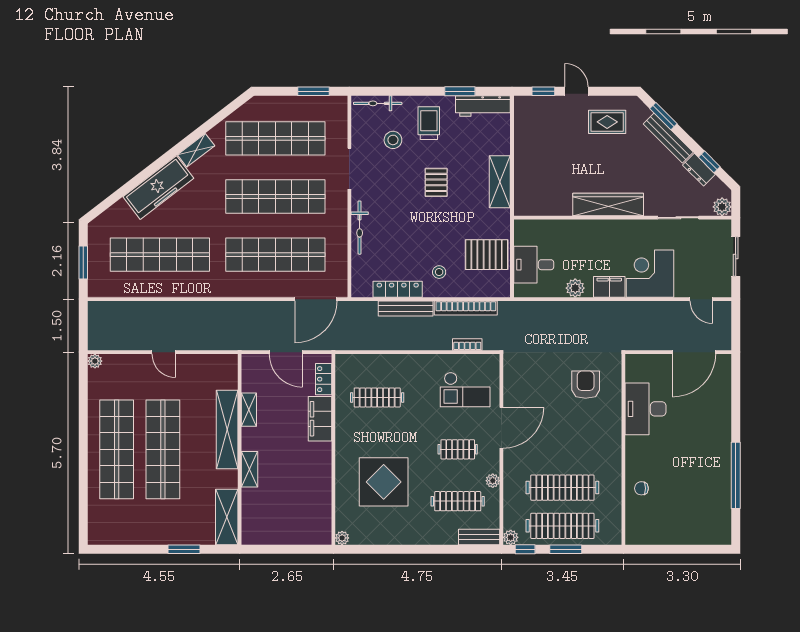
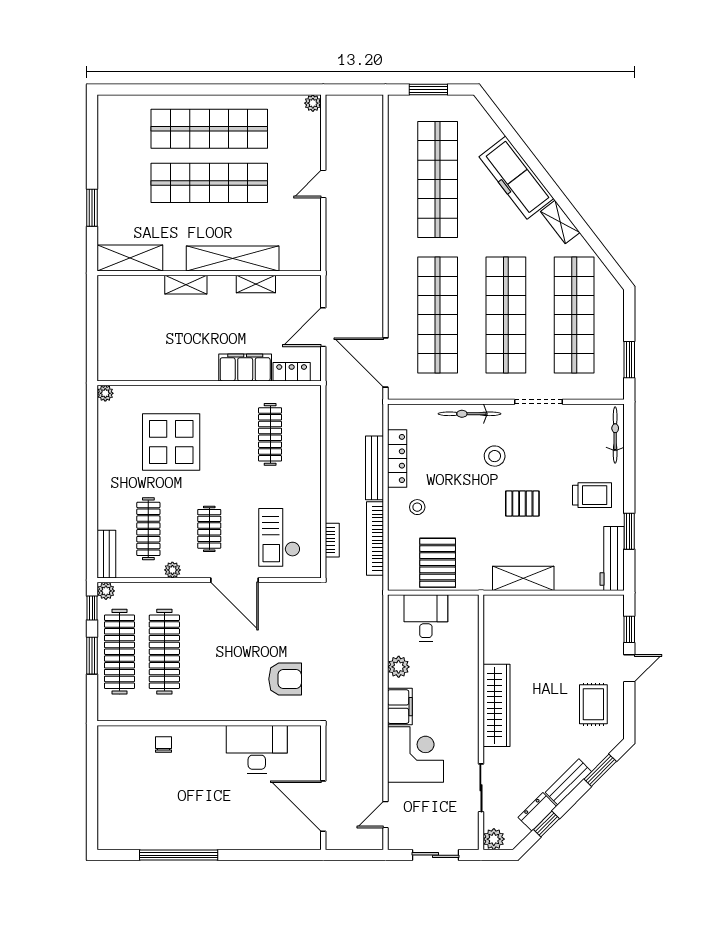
bench: (668, 138) -> (568, 782), width x0.73
stool: (393, 140) -> (495, 456), moved

